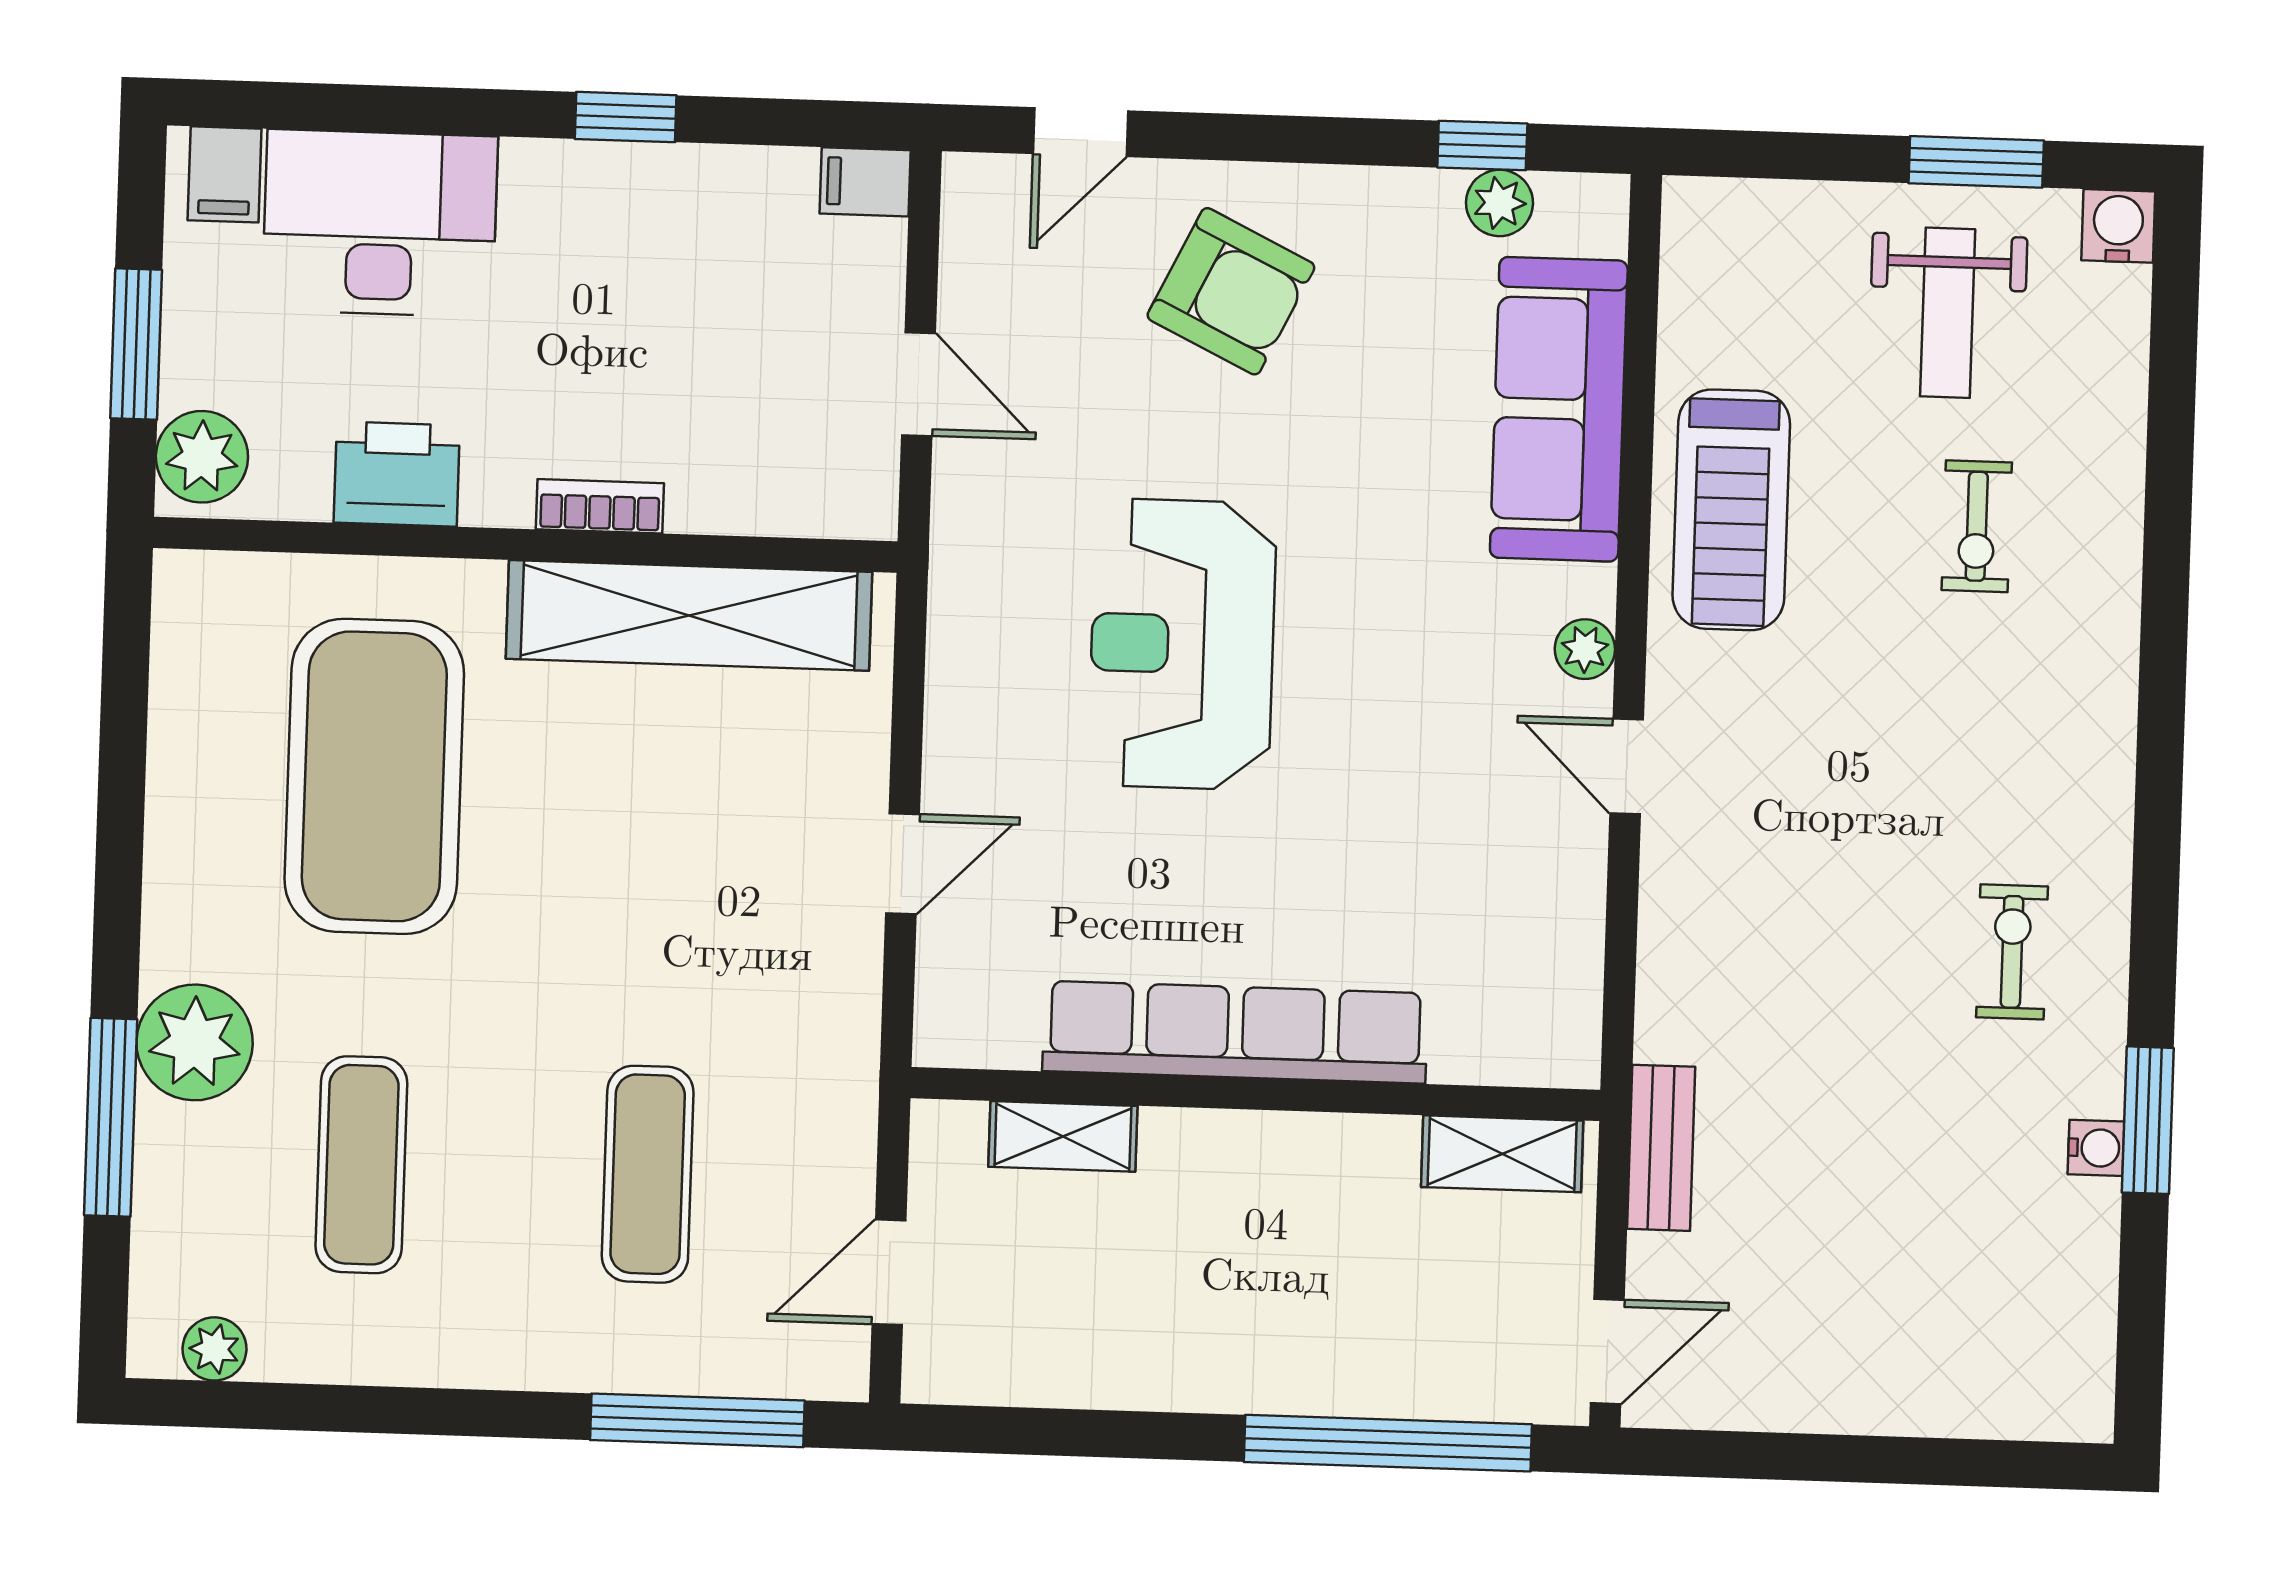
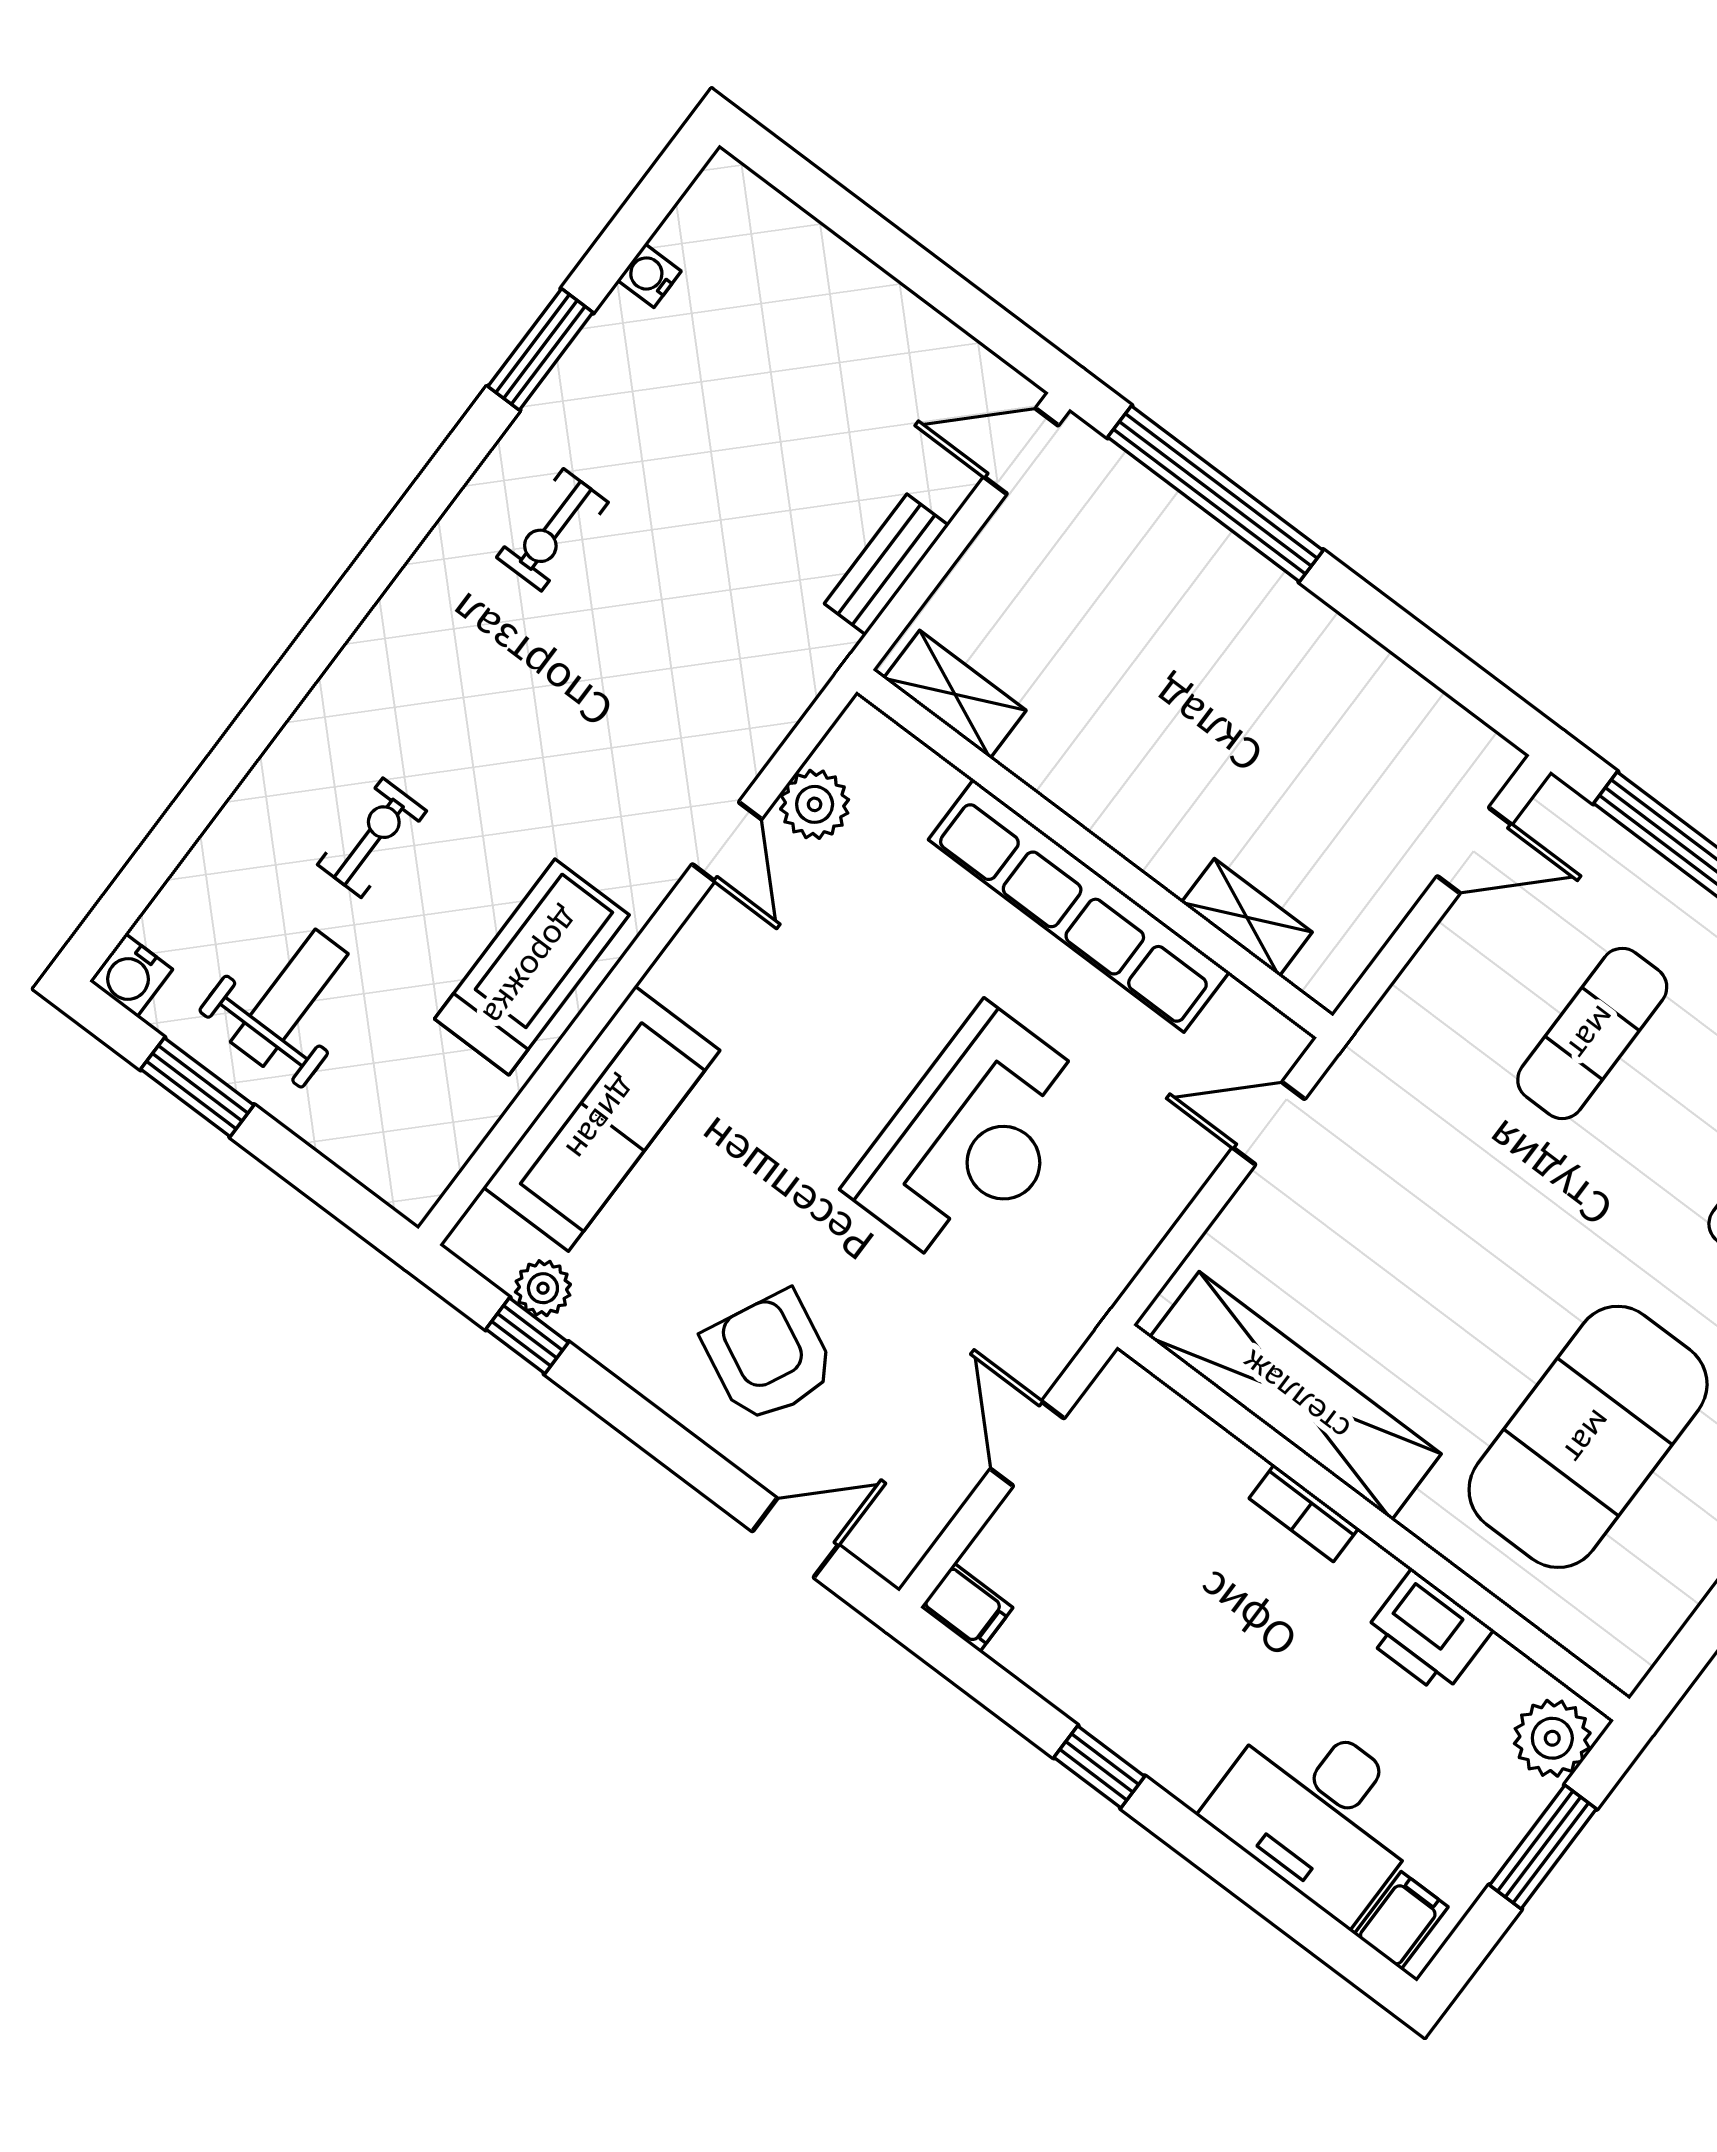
plant: (1585, 649) -> (815, 804), moved, width x1.38, depth x1.38
row of seats: (1235, 1032) -> (1079, 906), moved
wall: (1255, 1094) -> (1095, 854), moved
shelving: (1063, 1136) -> (1247, 917), moved
water cooler: (2096, 1148) -> (649, 276), moved
shelving: (1502, 1154) -> (955, 694), moved

